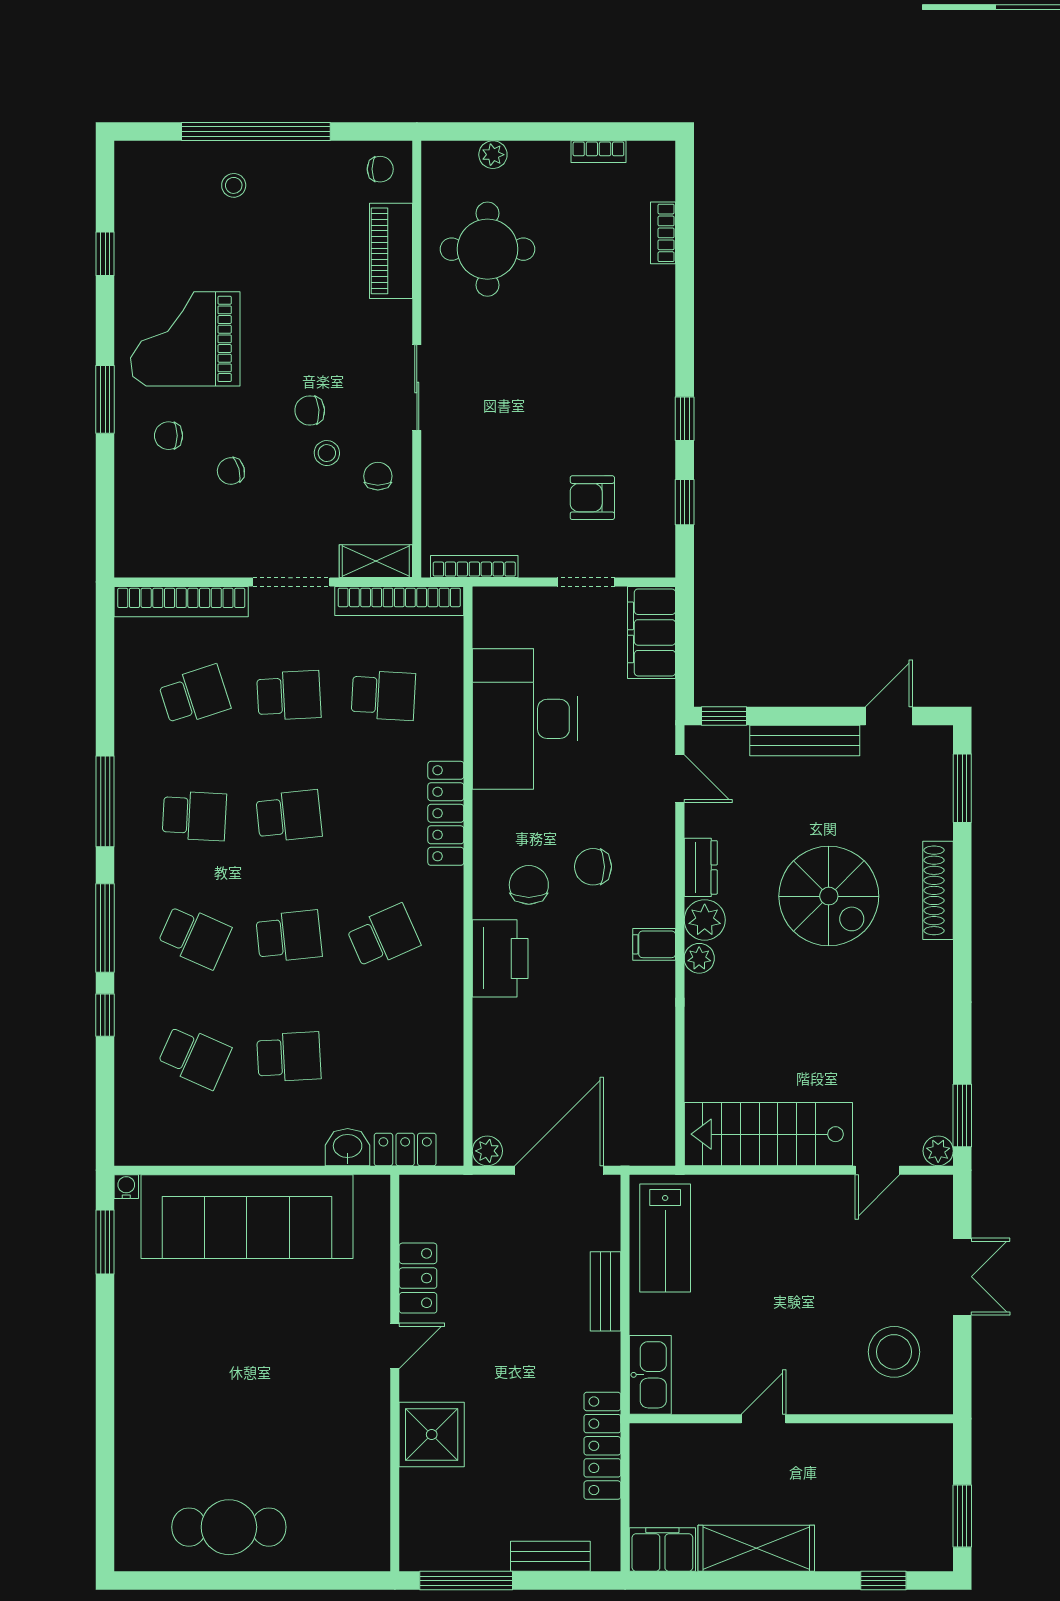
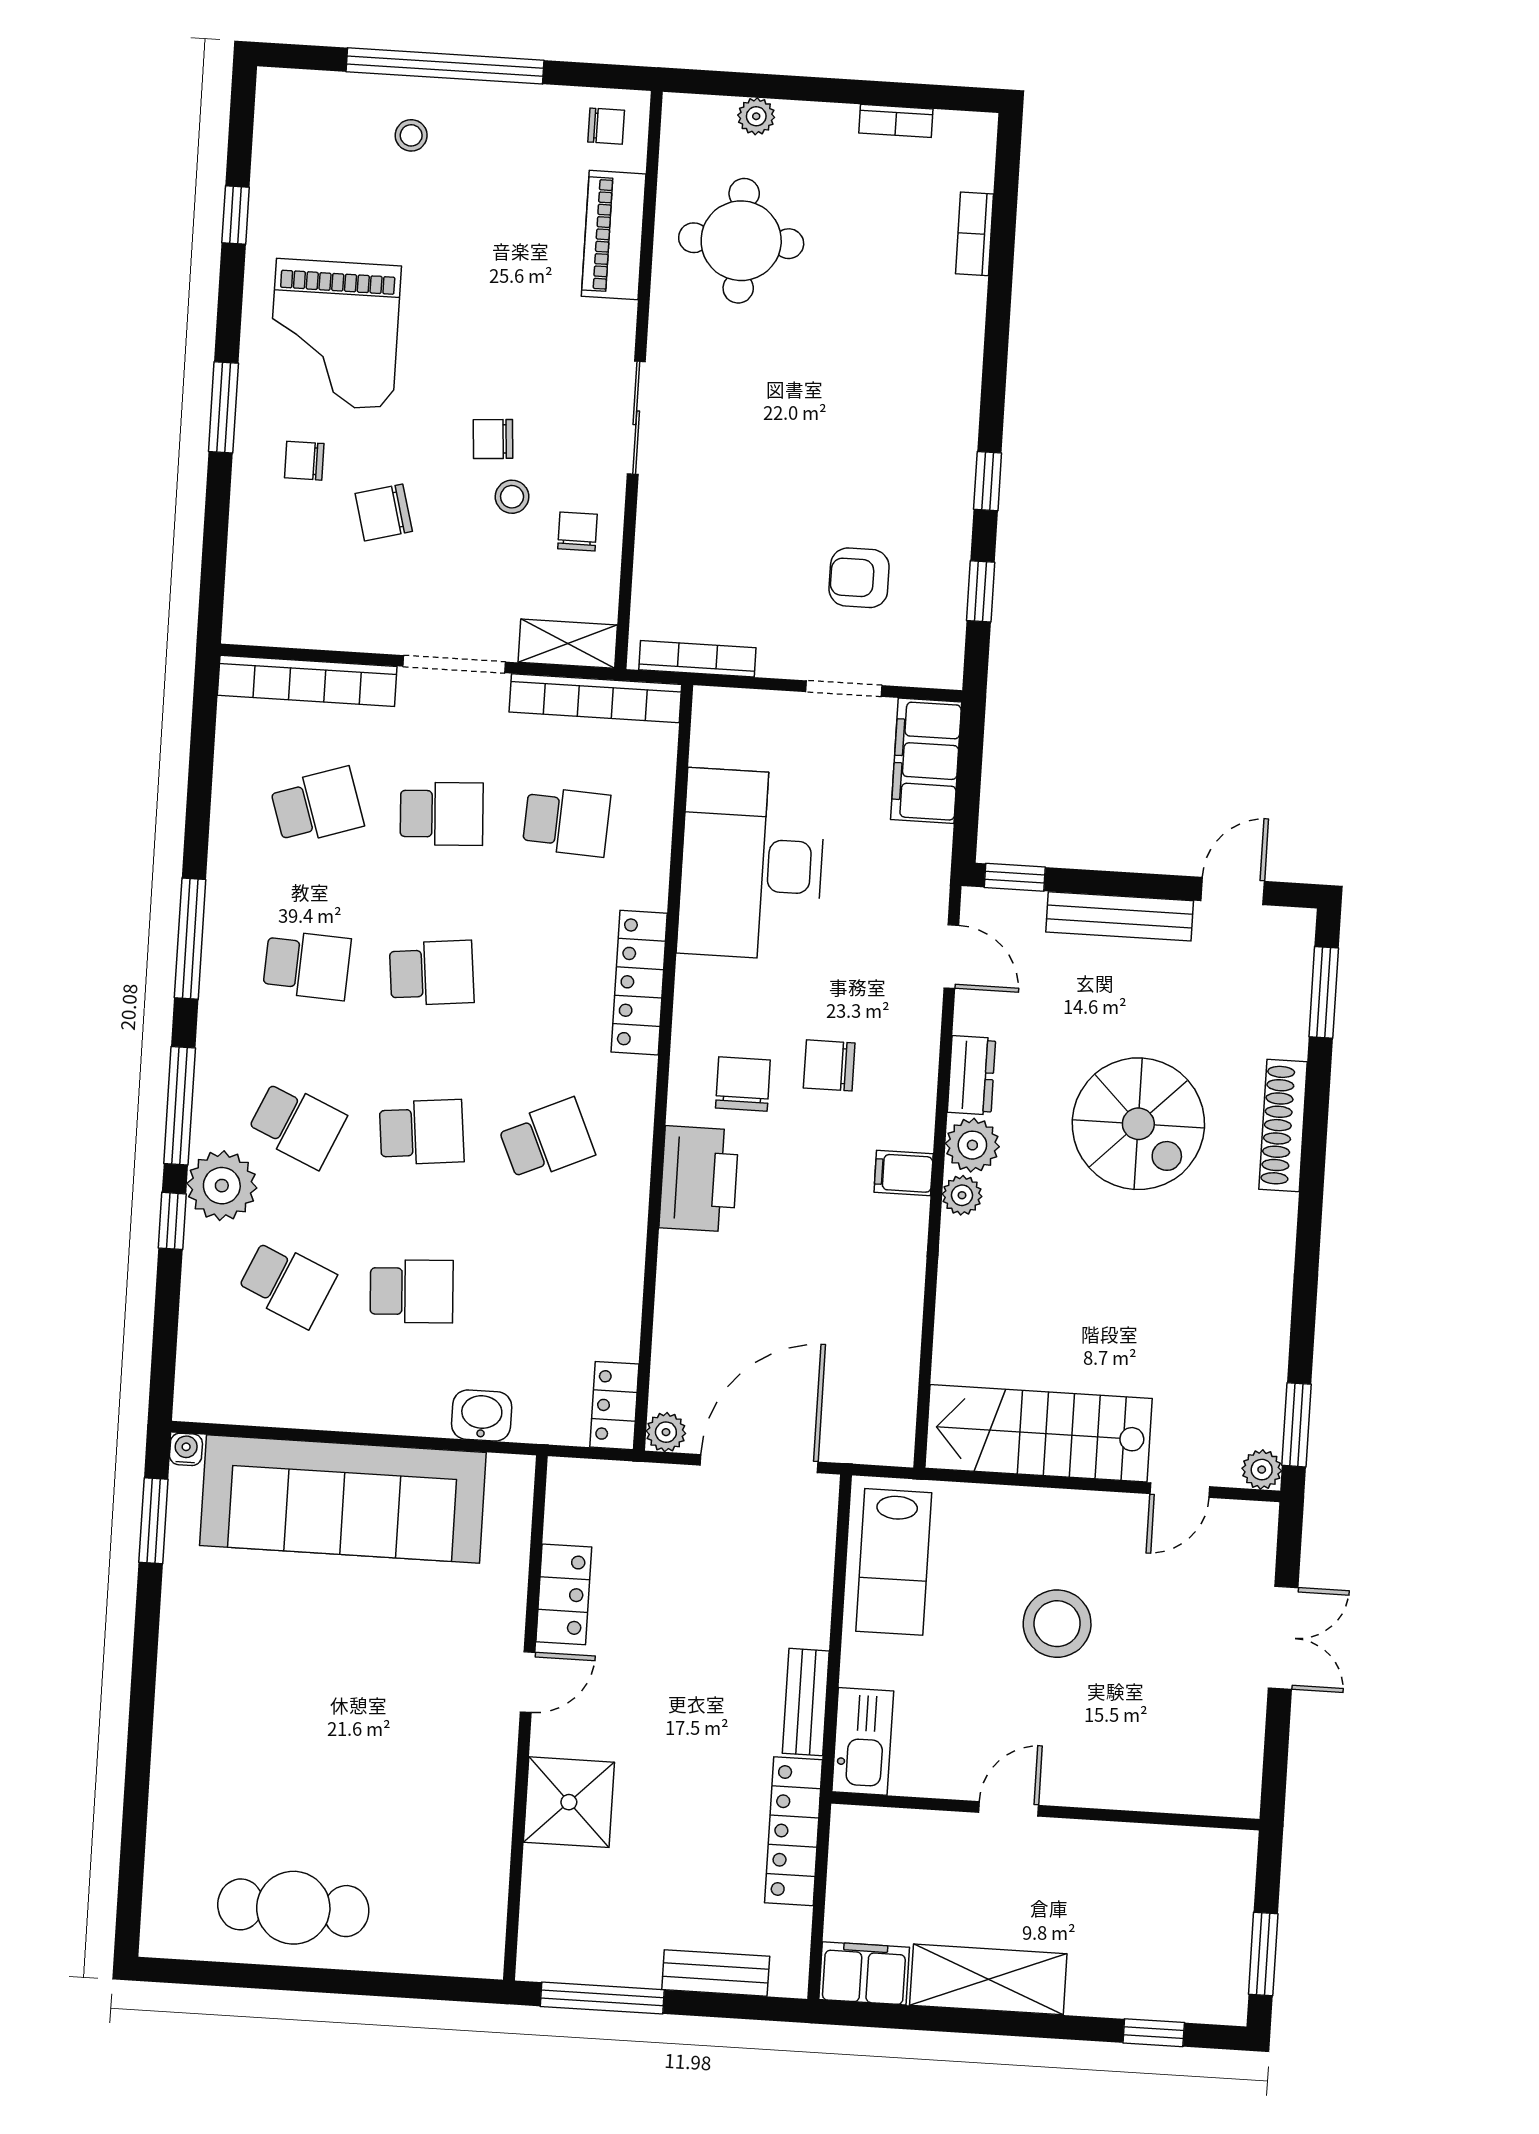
grand piano: (185, 339) -> (334, 334), turned -90
chair: (231, 471) -> (384, 512), width x1.37, depth x1.37
plant: (141, 986) -> (222, 1186), added
locker: (405, 1149) -> (614, 1406), moved, turned -90
bench: (605, 1291) -> (806, 1702), moved
stool: (894, 1352) -> (1057, 1624), moved

